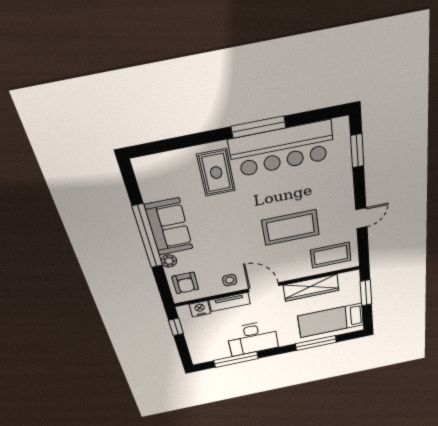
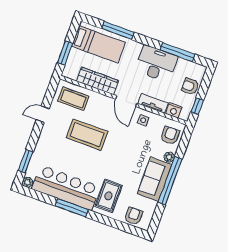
plant: (341, 125) -> (27, 182), added
armchair: (164, 167) -> (134, 216), added
armchair: (199, 339) -> (190, 86), added

